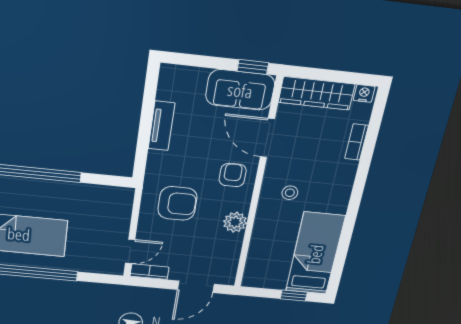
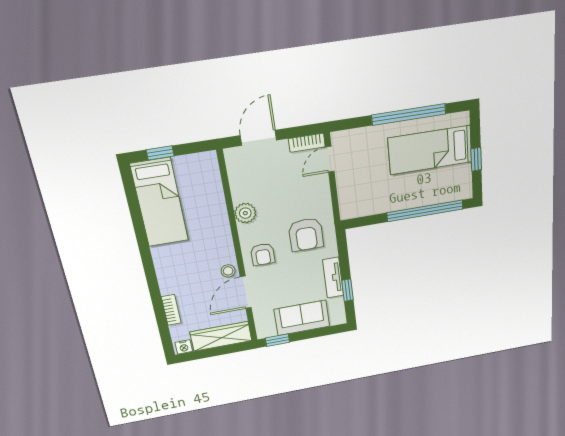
sofa: (240, 90) -> (302, 318), moved
window: (148, 105) -> (348, 290), added
door: (267, 138) -> (246, 292), swing flipped
stool: (290, 193) -> (228, 271), moved
armchair: (177, 203) -> (306, 235), moved, turned -90

